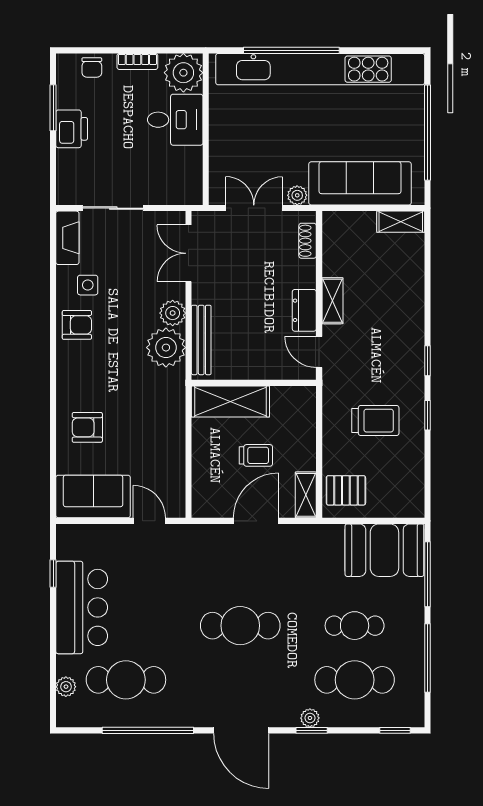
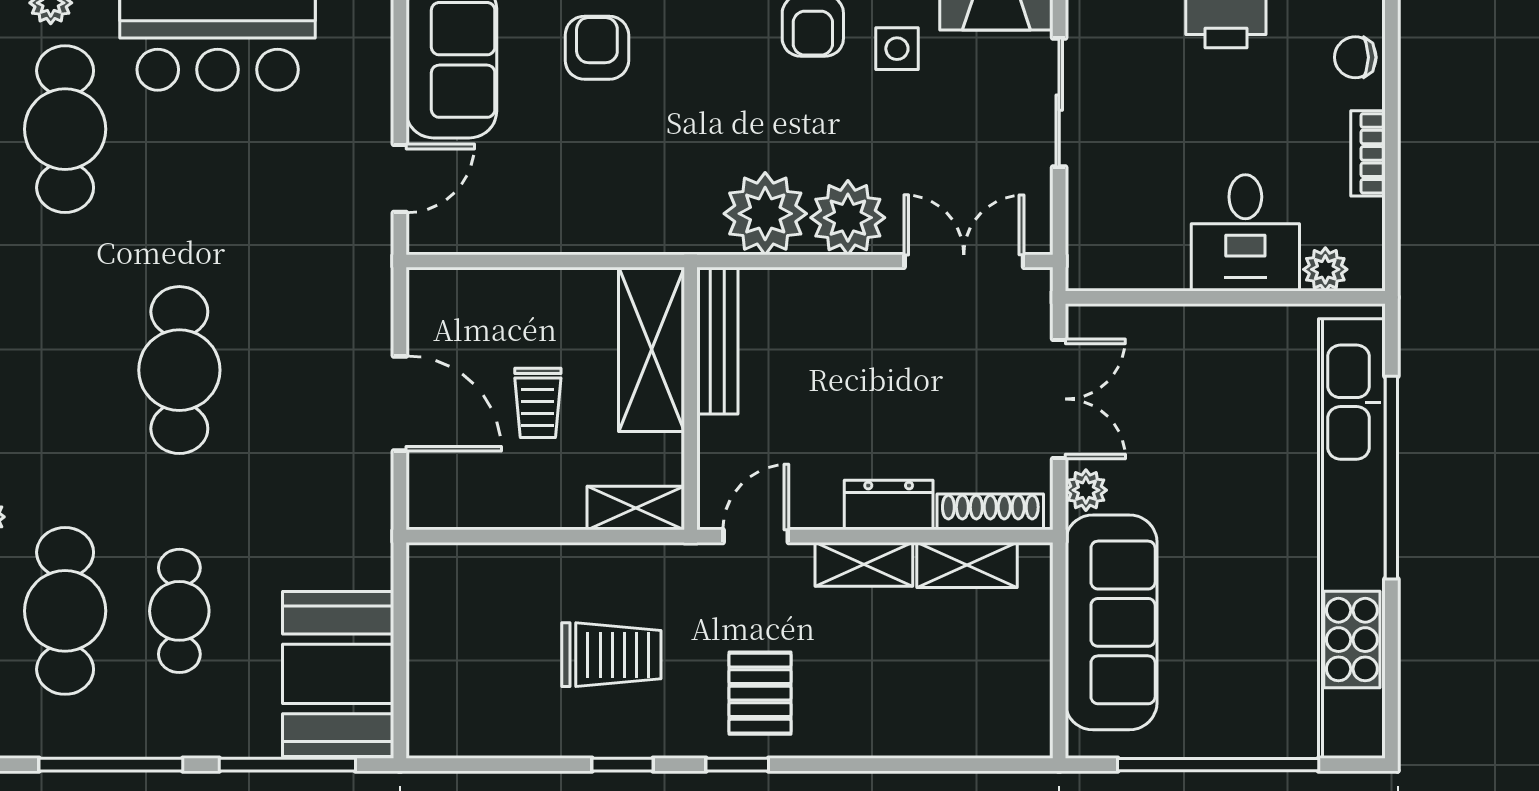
plant: (183, 73) -> (1325, 269), width x0.53, depth x0.53
shelving: (401, 222) -> (967, 565), moved, turned 90
shoe rack: (308, 241) -> (990, 512), width x1.43
dresser: (304, 310) -> (889, 505), moved
plant: (173, 313) -> (848, 218), width x1.36, depth x1.36
bench: (201, 340) -> (717, 341), moved, turned 90
trolley: (375, 421) -> (611, 655), turned -90
pallet: (346, 490) -> (760, 693), moved
shelving: (306, 495) -> (636, 508), moved

